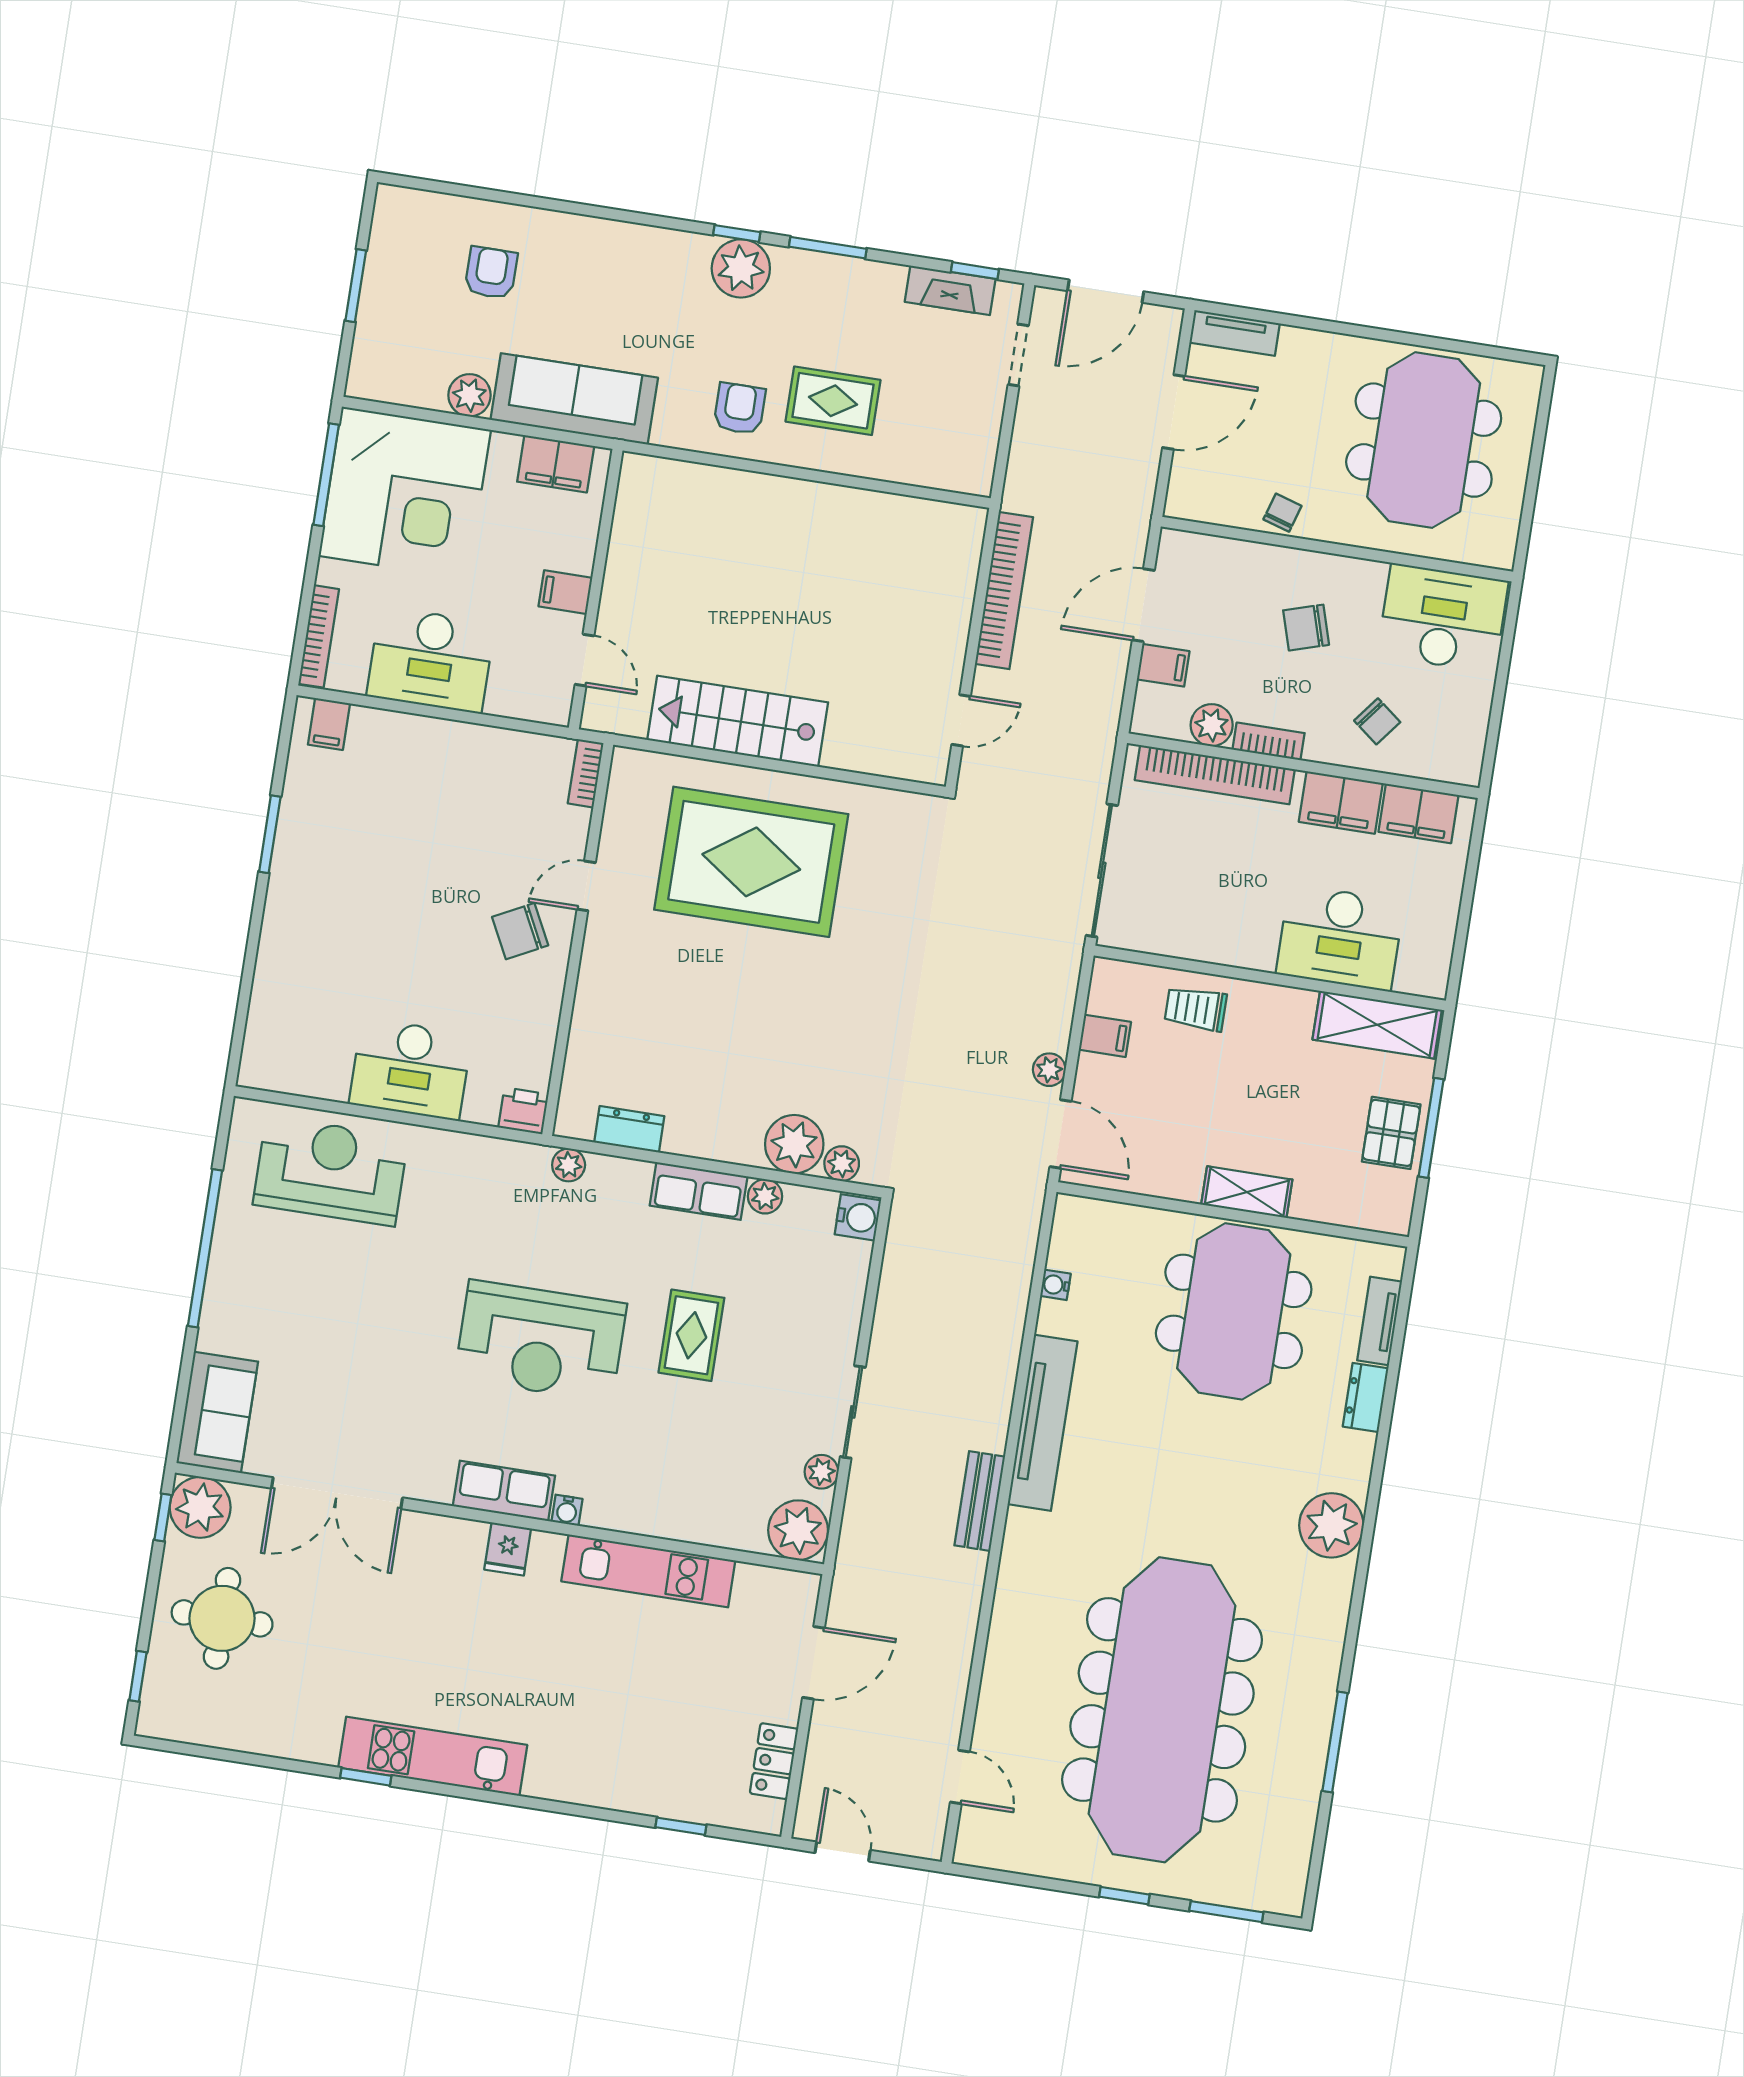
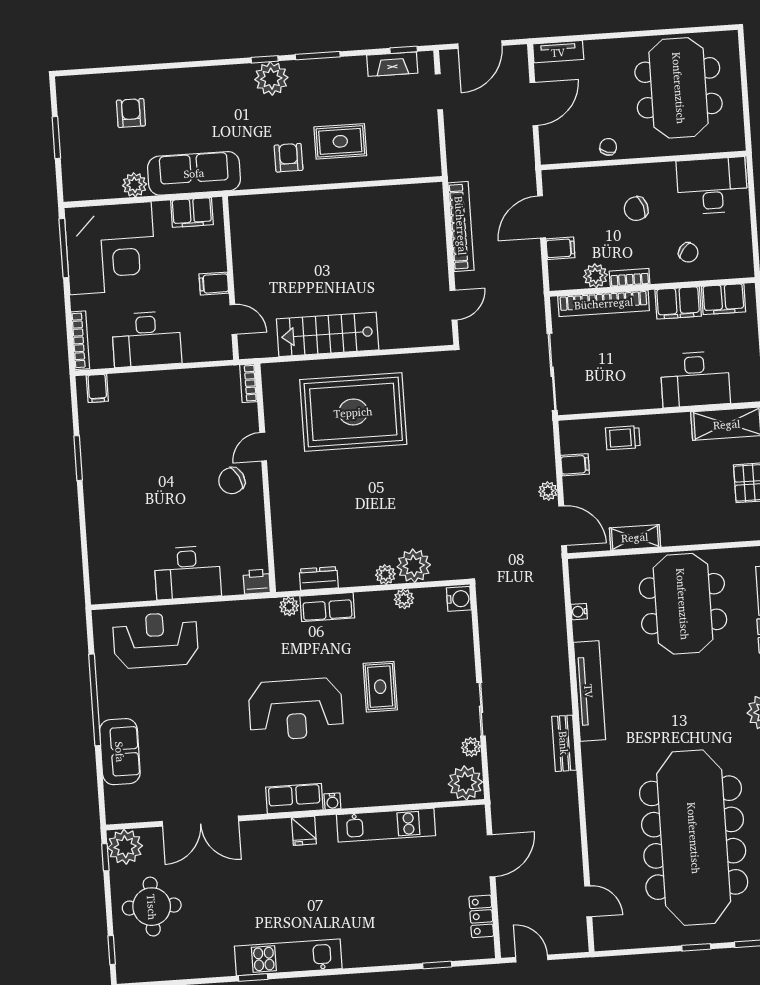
plant: (842, 1164) -> (385, 575), moved
row of seats: (699, 1191) -> (327, 607), moved
shelving: (1247, 1192) -> (635, 537), moved
sofa: (217, 1412) -> (120, 752), moved

